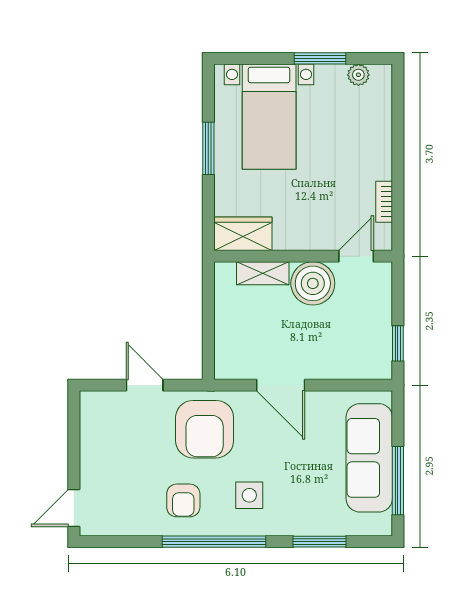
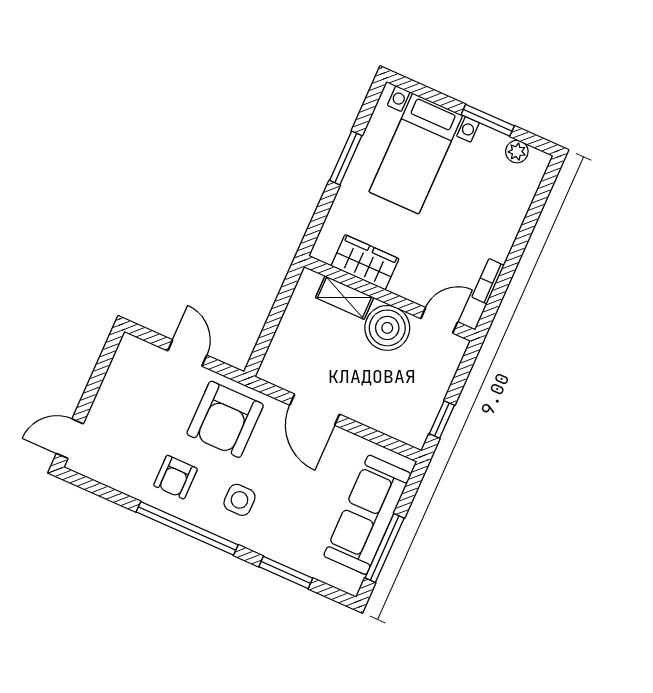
wardrobe: (243, 234) -> (365, 262), moved

